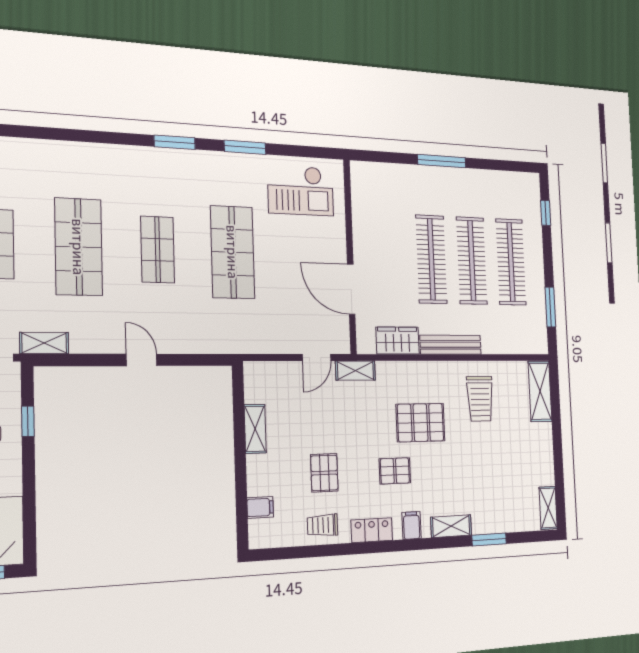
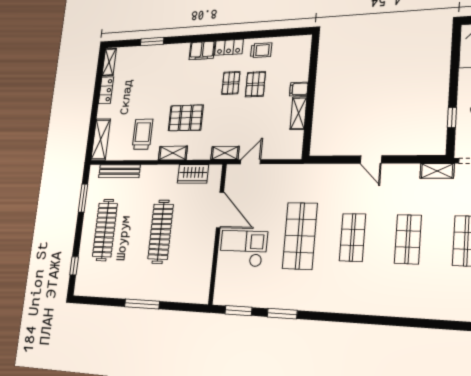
window: (175, 142) -> (238, 311), moved
checkout: (301, 190) -> (243, 248), moved
shop shelf: (79, 247) -> (408, 239), width x0.70, depth x0.74
clothes rail: (472, 261) -> (132, 231), removed
bench: (451, 345) -> (119, 171), moved
locker: (545, 465) -> (106, 90), added
pallet: (395, 471) -> (231, 83), moved, turned 90
filing cabinet: (260, 507) -> (299, 89), moved
filing cabinet: (412, 525) -> (202, 50), width x2.00
shelving: (451, 526) -> (173, 153), moved

